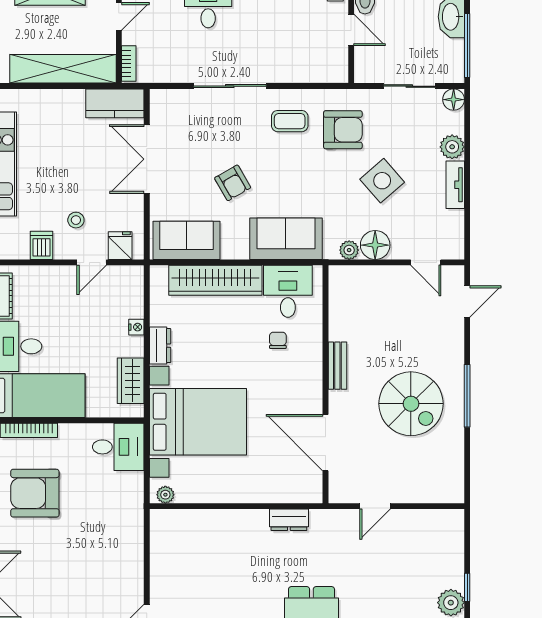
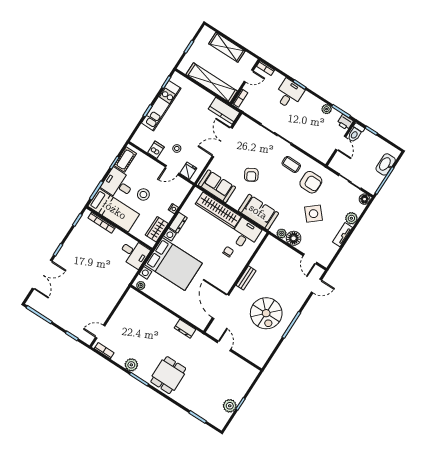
stool: (69, 336) -> (143, 194), added
armchair: (35, 493) -> (87, 250), removed
door: (375, 506) -> (224, 346), swing flipped

